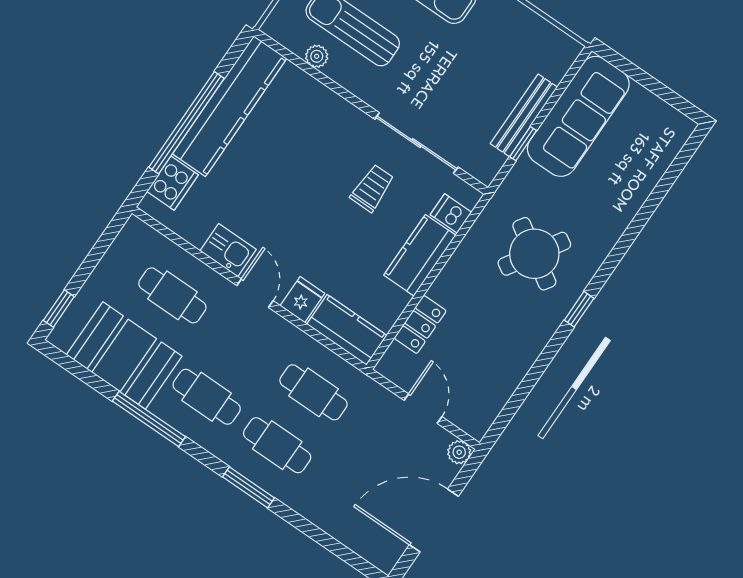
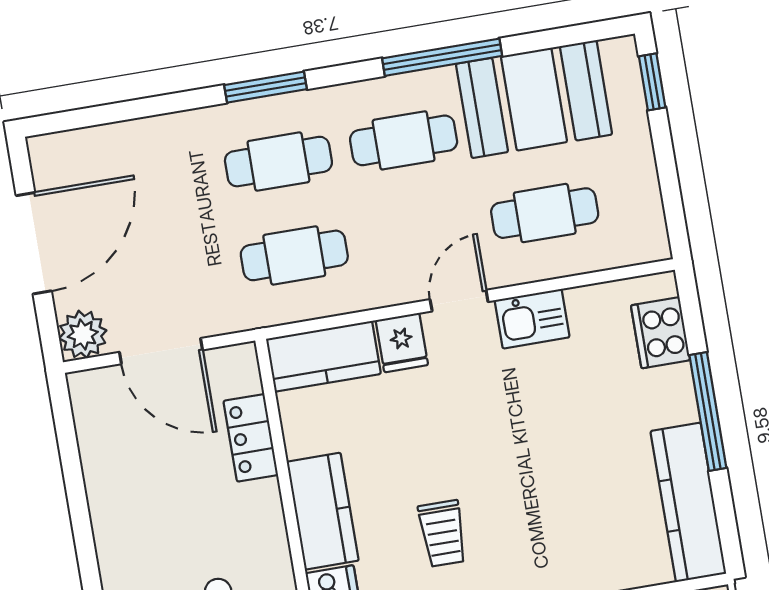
kitchen counter: (230, 106) -> (688, 502), width x0.72, depth x0.86
window: (186, 123) -> (708, 411), width x0.68
door: (255, 293) -> (459, 301), swing flipped
door: (423, 409) -> (161, 351), width x1.38
plant: (459, 452) -> (83, 334), width x1.38, depth x1.38

